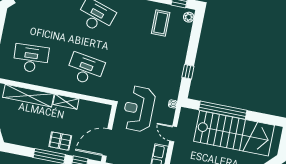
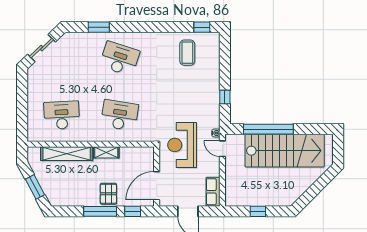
plant: (189, 17) -> (215, 41), removed
door: (173, 134) -> (222, 149), moved
pallet: (60, 141) -> (108, 194), turned 90

